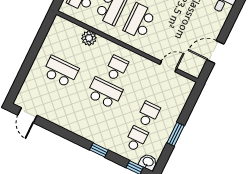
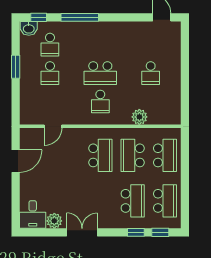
school desk: (61, 72) -> (151, 73), width x0.54
window: (99, 150) -> (80, 17), width x2.17

